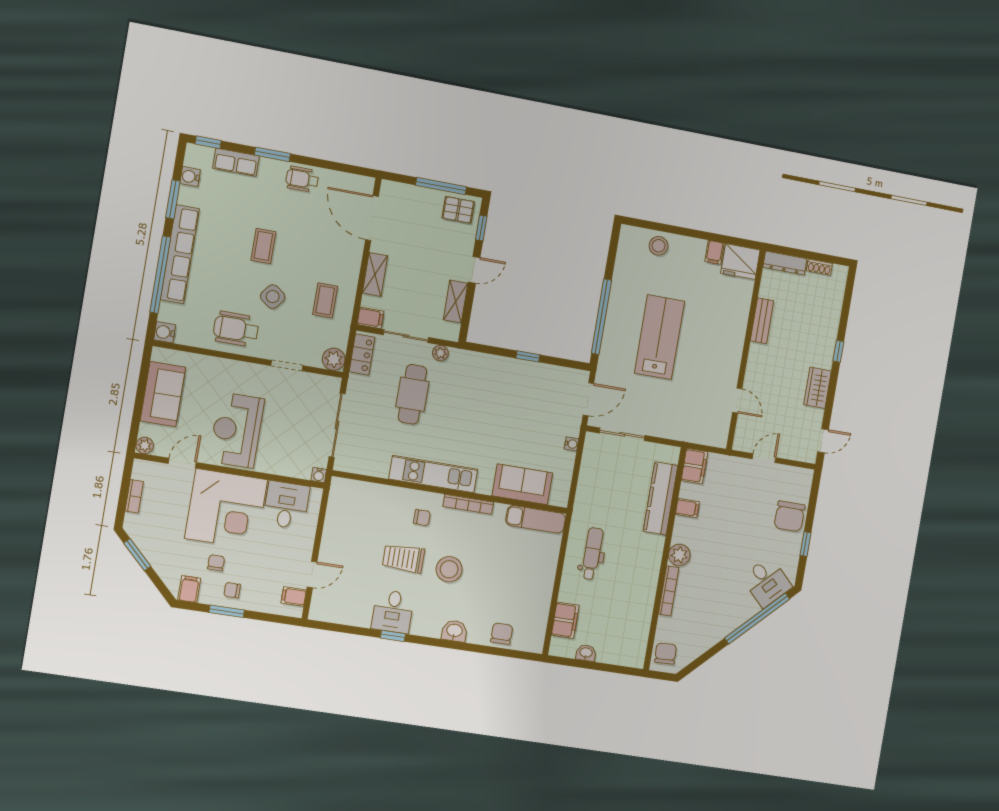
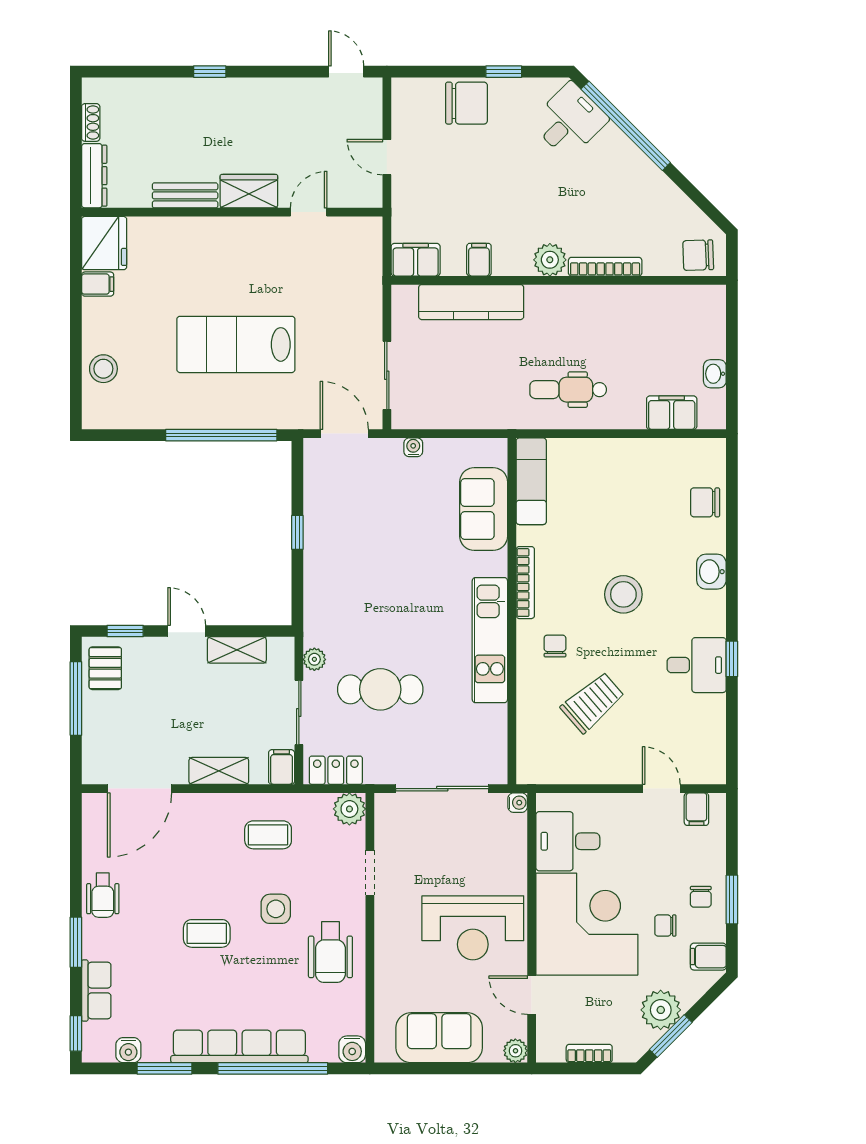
side table: (273, 297) -> (276, 909), turned -37
wardrobe: (817, 388) -> (249, 191), moved, turned 180
plant: (157, 551) -> (661, 1010), added
trolley: (403, 558) -> (593, 702), moved, turned -131

